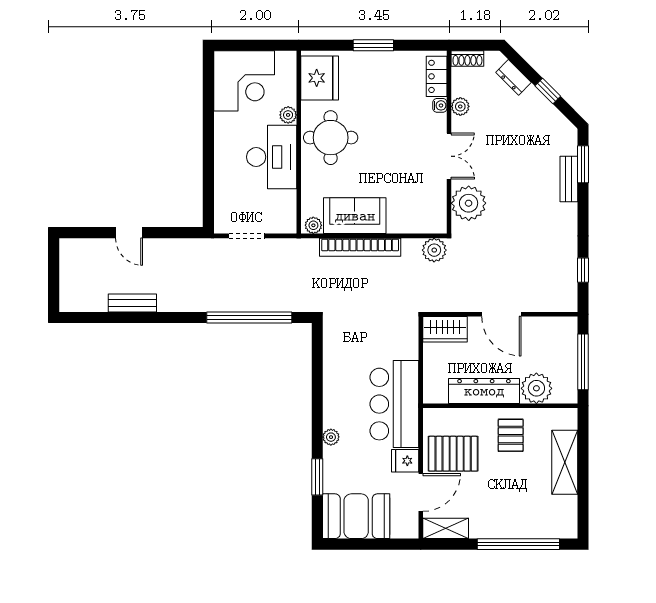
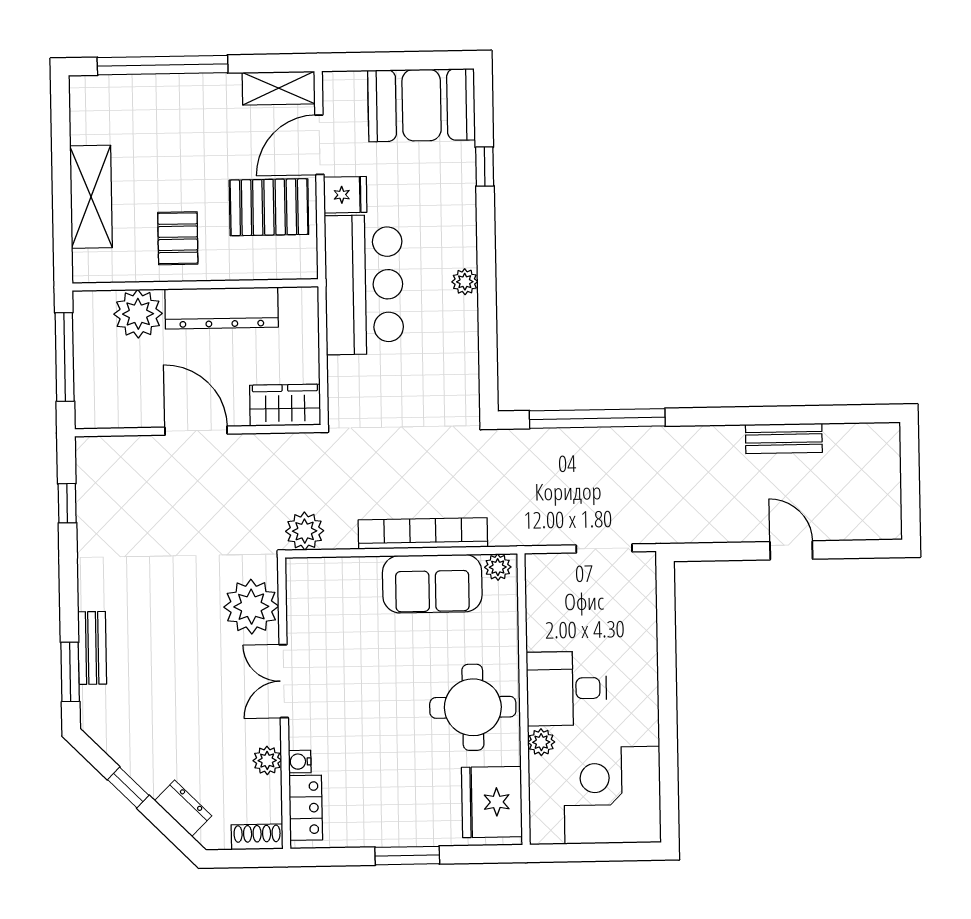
desk: (272, 157) -> (566, 688), width x0.73
plant: (331, 437) -> (465, 282), moved
window: (317, 477) -> (485, 167), width x0.67

